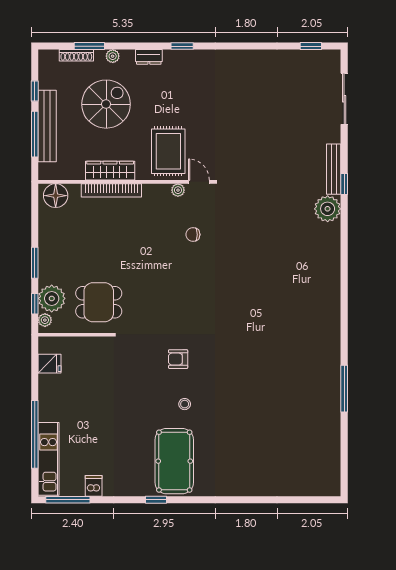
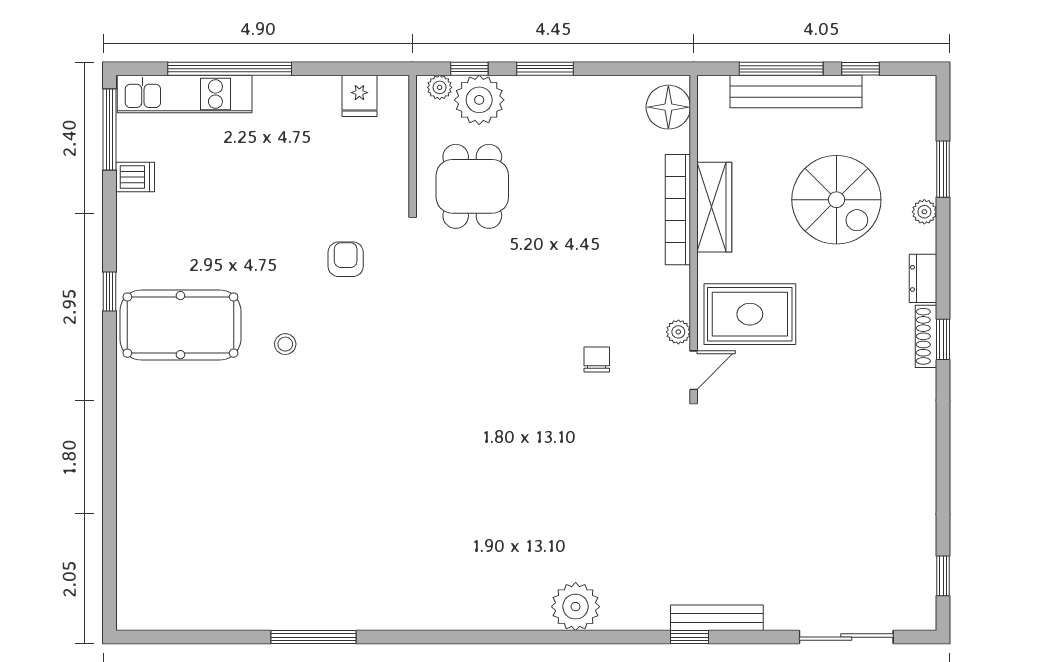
shoe rack: (76, 55) -> (926, 336), moved
plant: (328, 209) -> (576, 607), moved
armchair: (178, 359) -> (346, 259), moved

